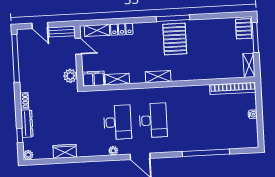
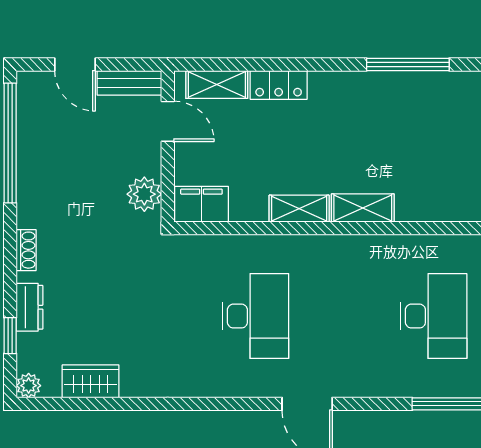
pallet: (175, 39) -> (409, 116), removed
shelving: (117, 79) -> (299, 209), moved
desk: (153, 120) -> (433, 316), moved
dresser: (27, 124) -> (30, 307), width x0.70
wardrobe: (65, 151) -> (91, 381), moved
plant: (113, 151) -> (241, 386), removed

